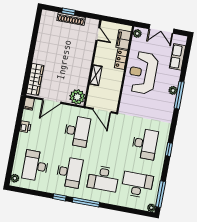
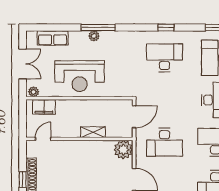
locker: (121, 59) -> (68, 105), removed
desk: (77, 131) -> (165, 142), turned 180

